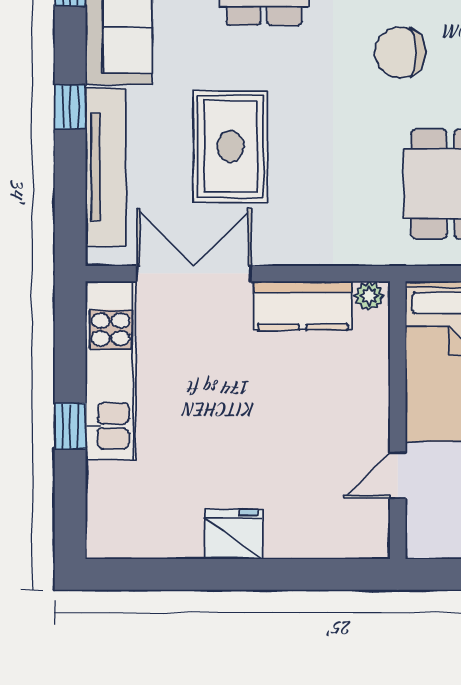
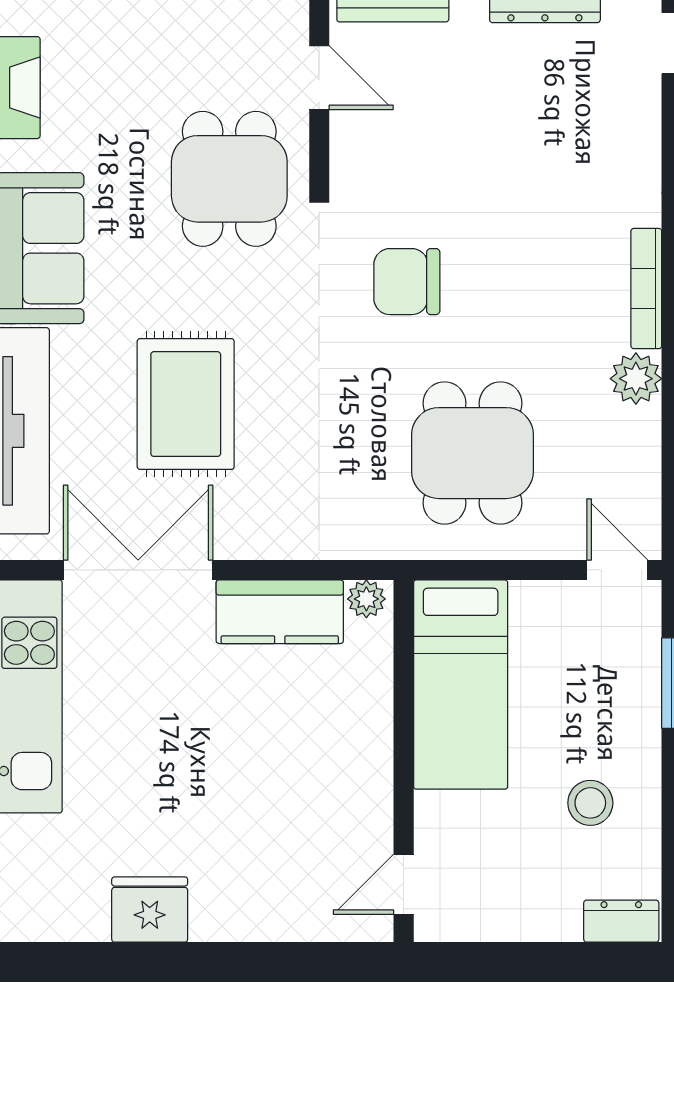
door: (398, 475) -> (404, 884), moved
fridge: (233, 534) -> (150, 910), moved

